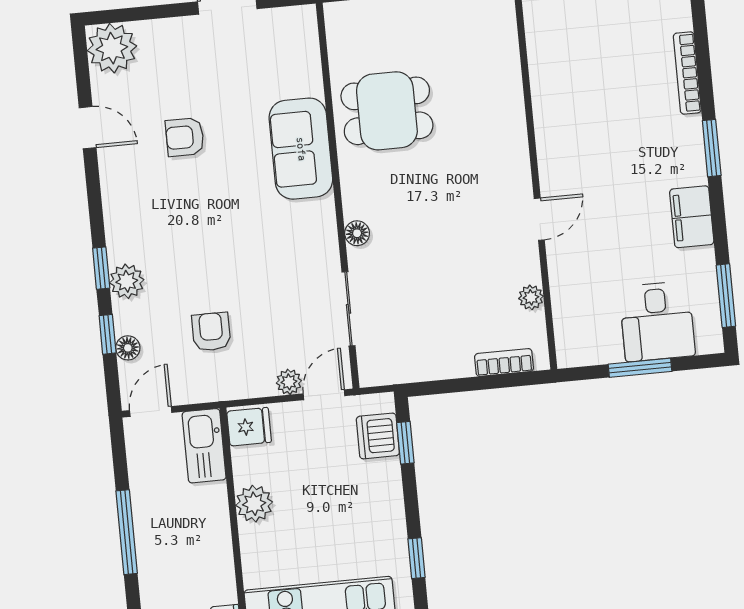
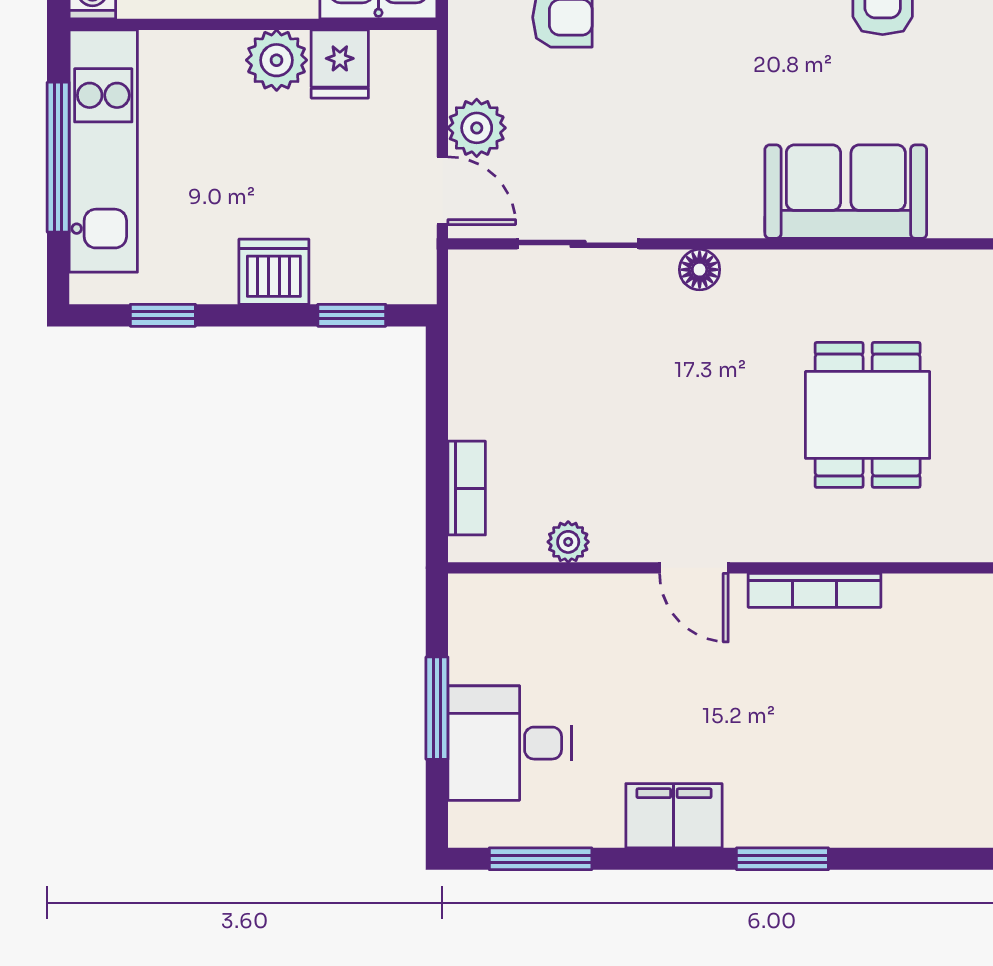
bookcase: (687, 73) -> (815, 590), moved, turned 180
dining table: (387, 111) -> (868, 415), moved
plant: (289, 382) -> (477, 128), width x1.38, depth x1.38
fridge: (249, 427) -> (340, 64), moved
dishwasher: (378, 436) -> (274, 272), moved

